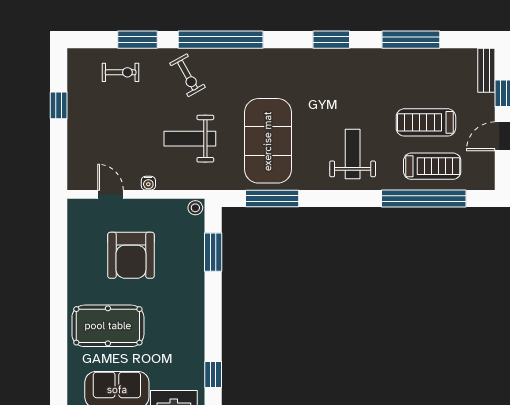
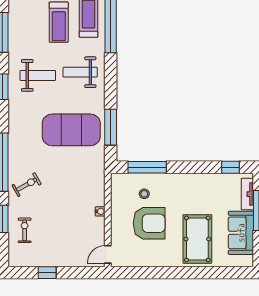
weight bench: (190, 139) -> (38, 75), moved, turned -90
door: (111, 194) -> (108, 254), moved
stool: (195, 208) -> (144, 194), moved
window: (213, 252) -> (147, 167), width x1.44

